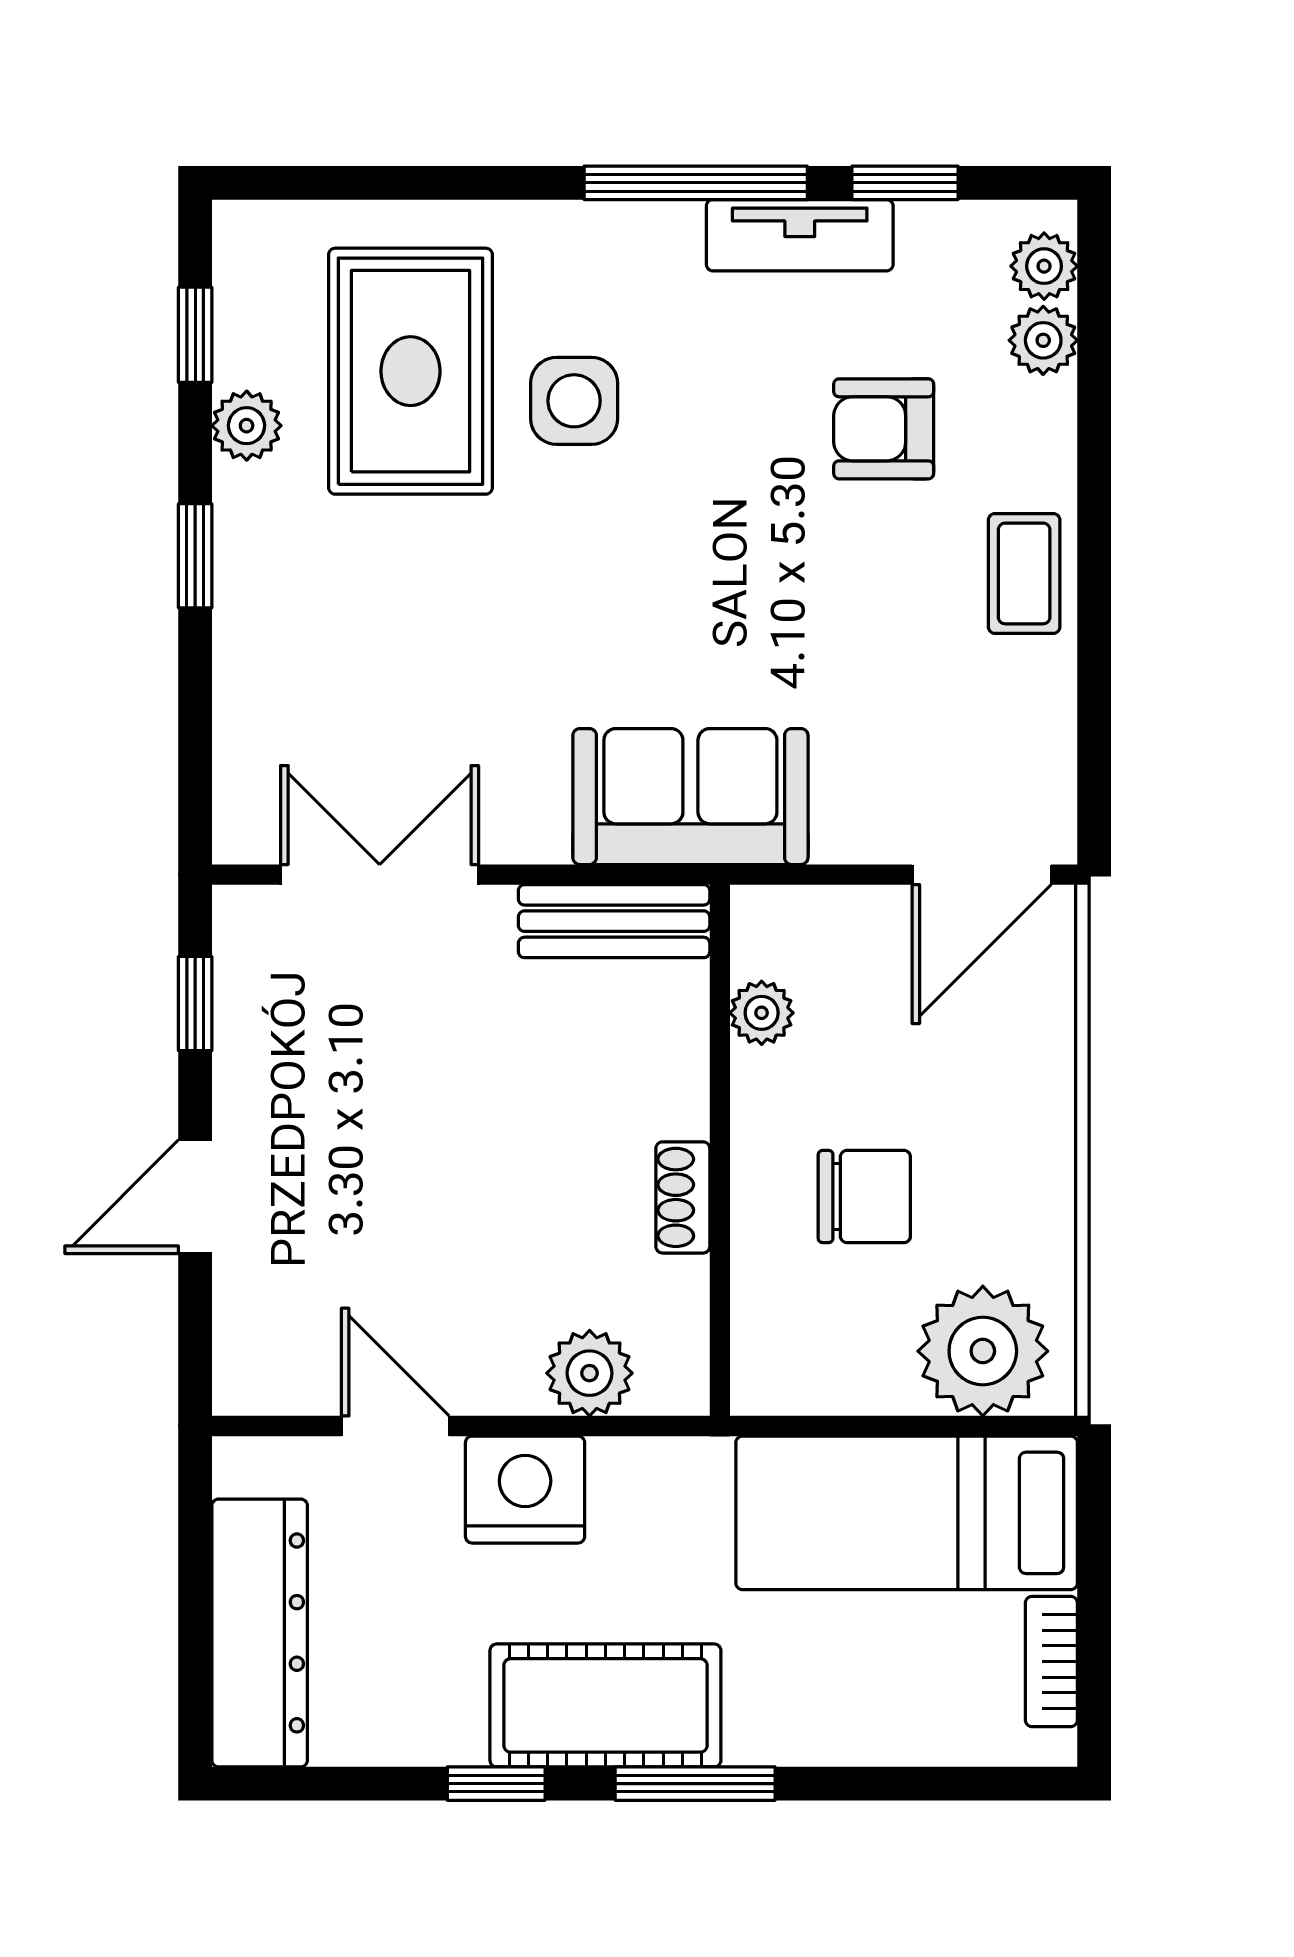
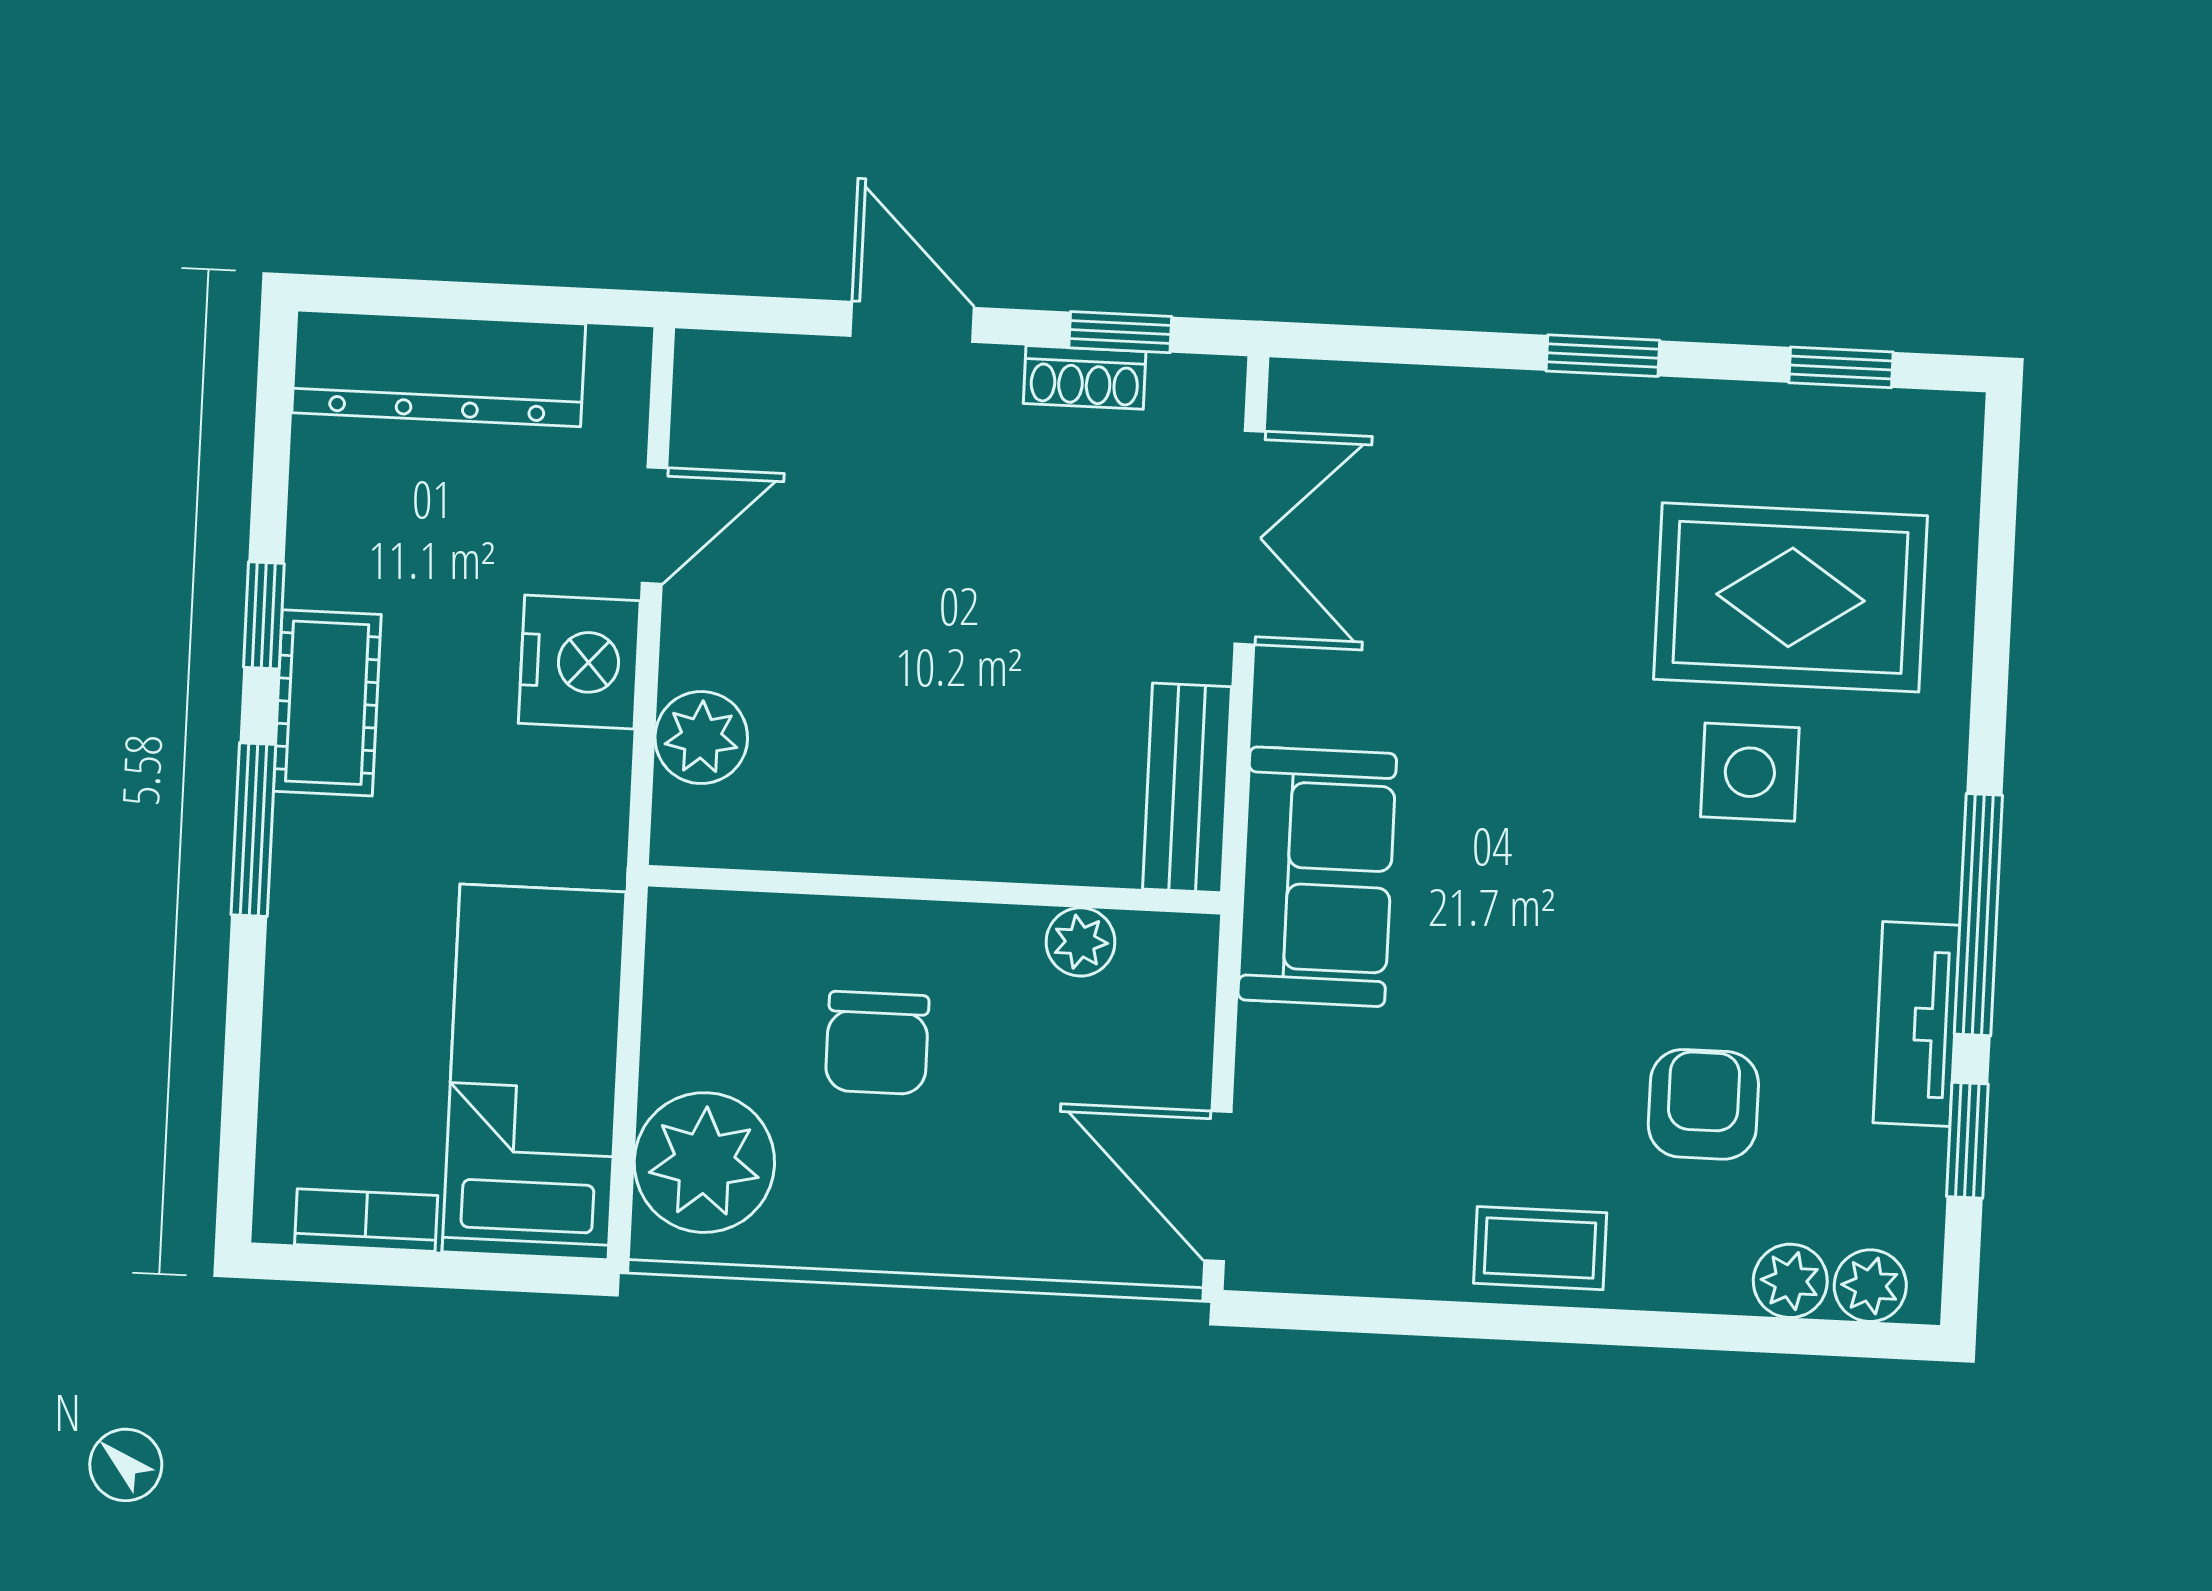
plant: (247, 426) -> (1740, 418), removed
shoe rack: (683, 1197) -> (1085, 377), moved, turned 180
cot: (605, 1705) -> (327, 703), width x0.73, depth x0.75

